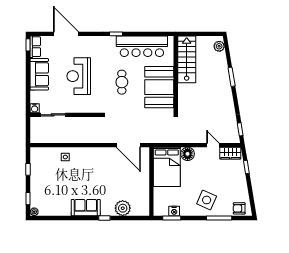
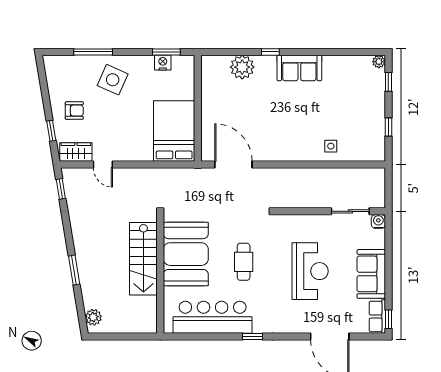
stairs: (187, 59) -> (143, 259), moved
floor lamp: (188, 154) -> (142, 151), removed
armchair: (239, 208) -> (74, 111), moved

